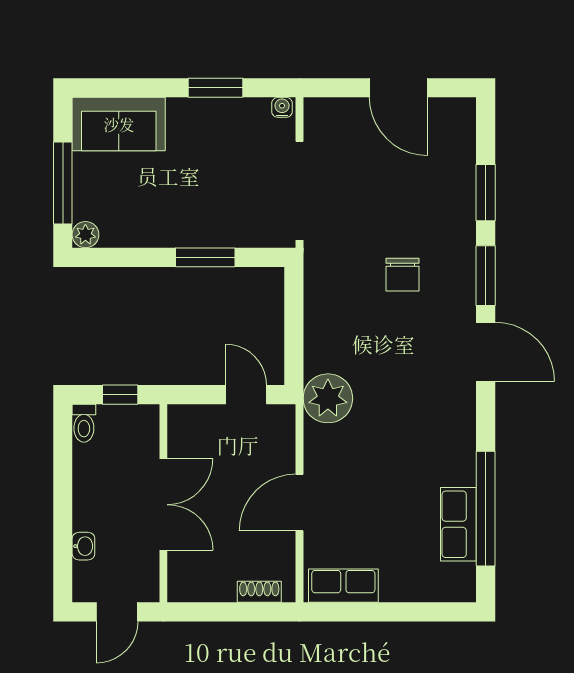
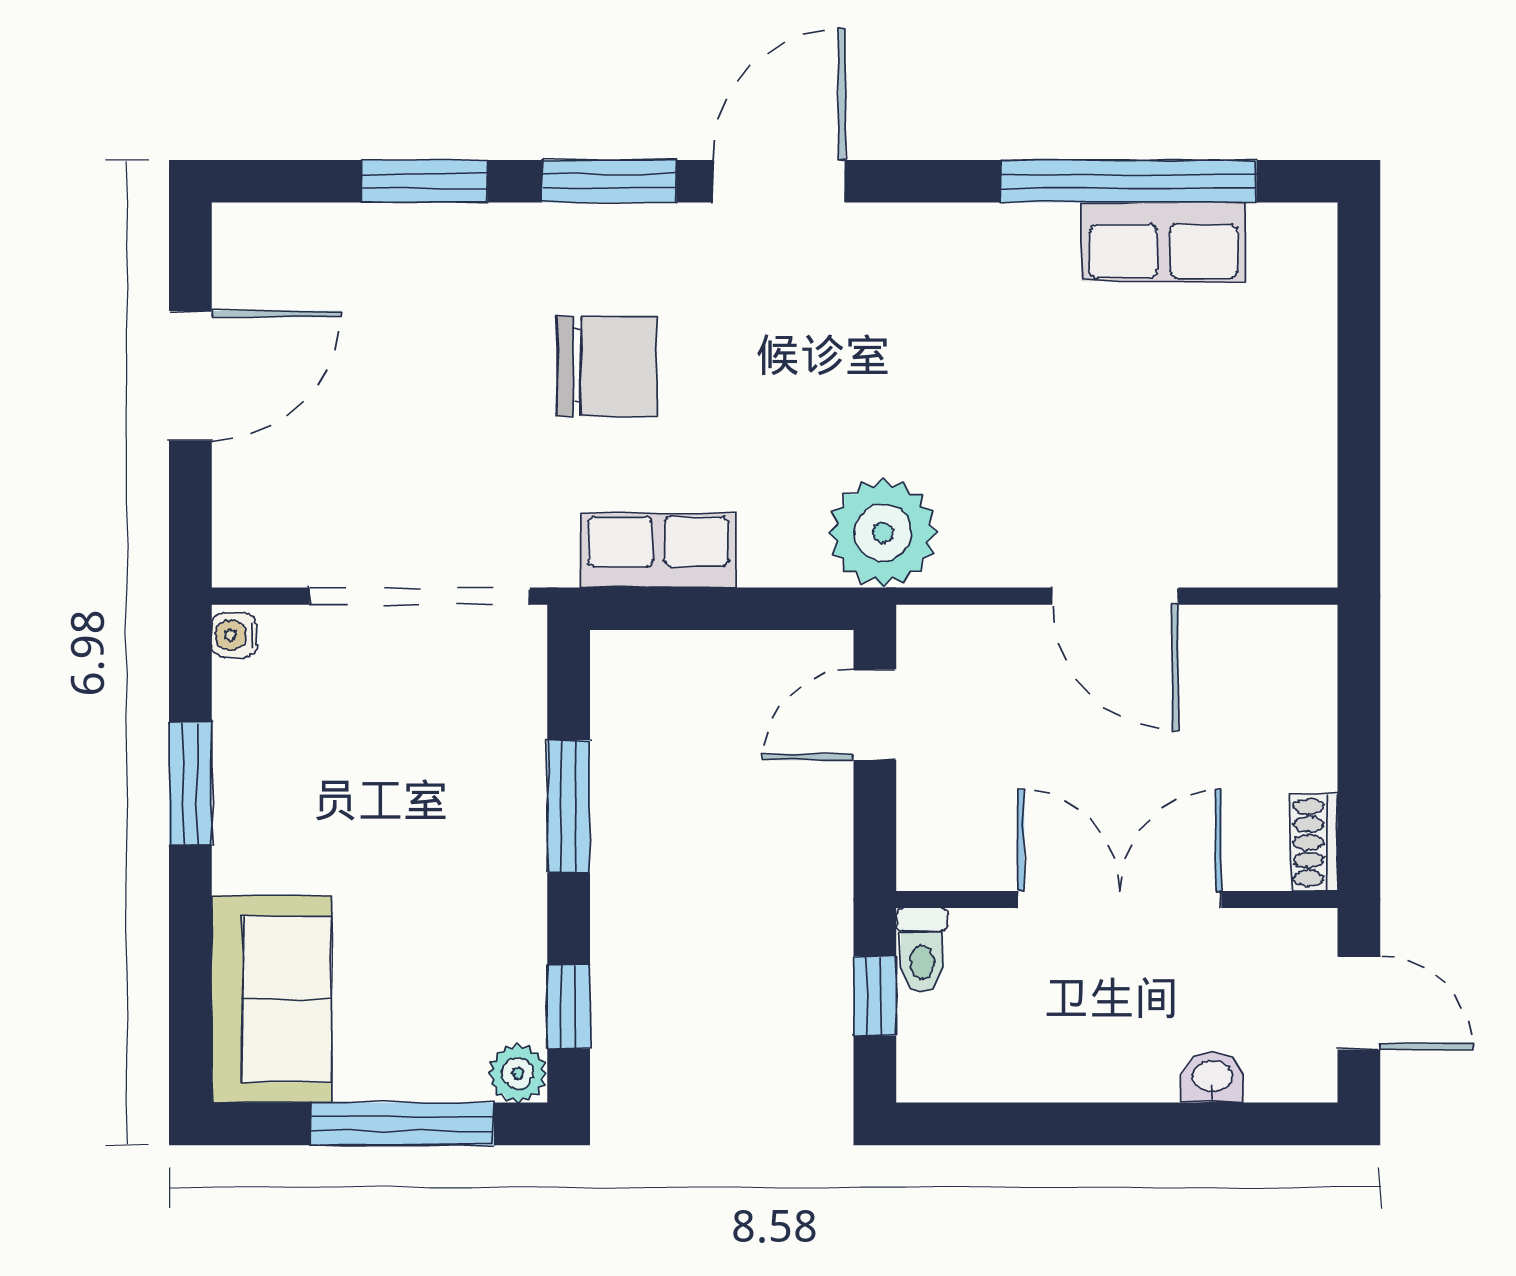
window: (115, 257) -> (569, 1007), added
chair: (403, 275) -> (607, 366), width x1.37, depth x1.37
toilet: (84, 423) -> (922, 950), moved, turned 90
row of seats: (343, 586) -> (658, 550), moved, turned 90
shoe rack: (259, 592) -> (1314, 842), moved

